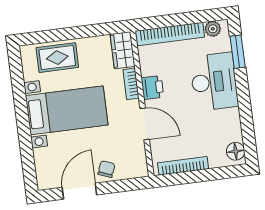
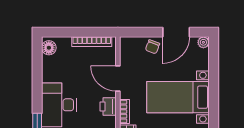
plant: (44, 183) -> (203, 42), added

